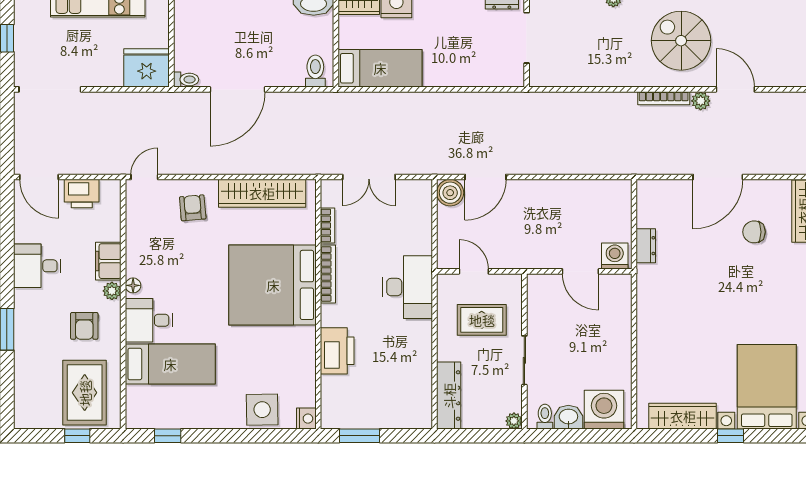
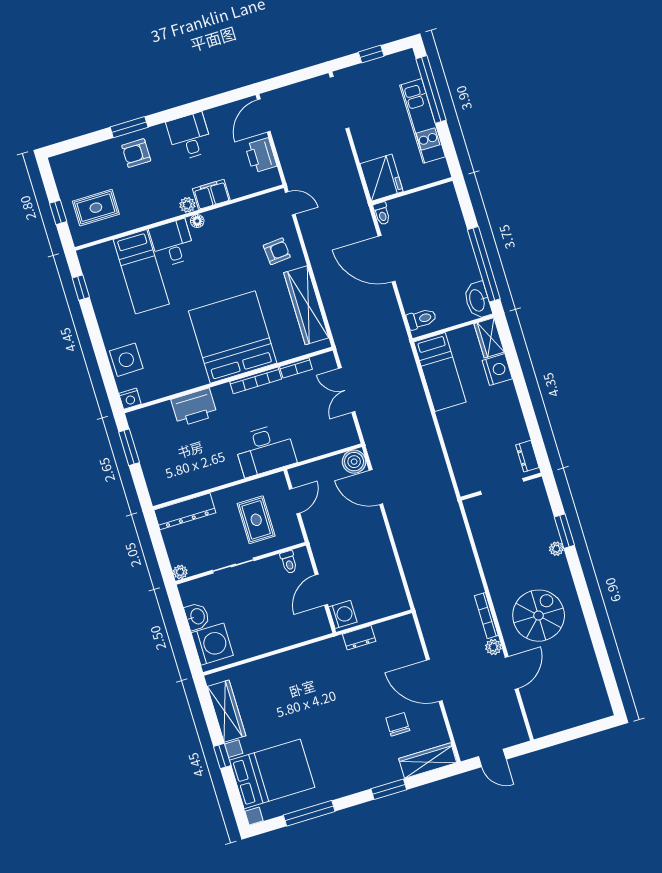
armchair: (84, 326) -> (136, 153), moved
rug: (85, 393) -> (96, 208), width x0.73, depth x0.70
toilet: (545, 417) -> (289, 562), moved, turned 90

